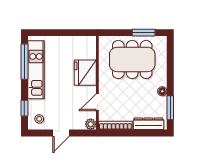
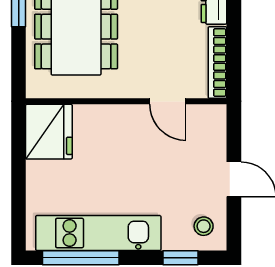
fridge: (85, 73) -> (49, 132), moved, turned -90
plant: (91, 124) -> (215, 116), removed

